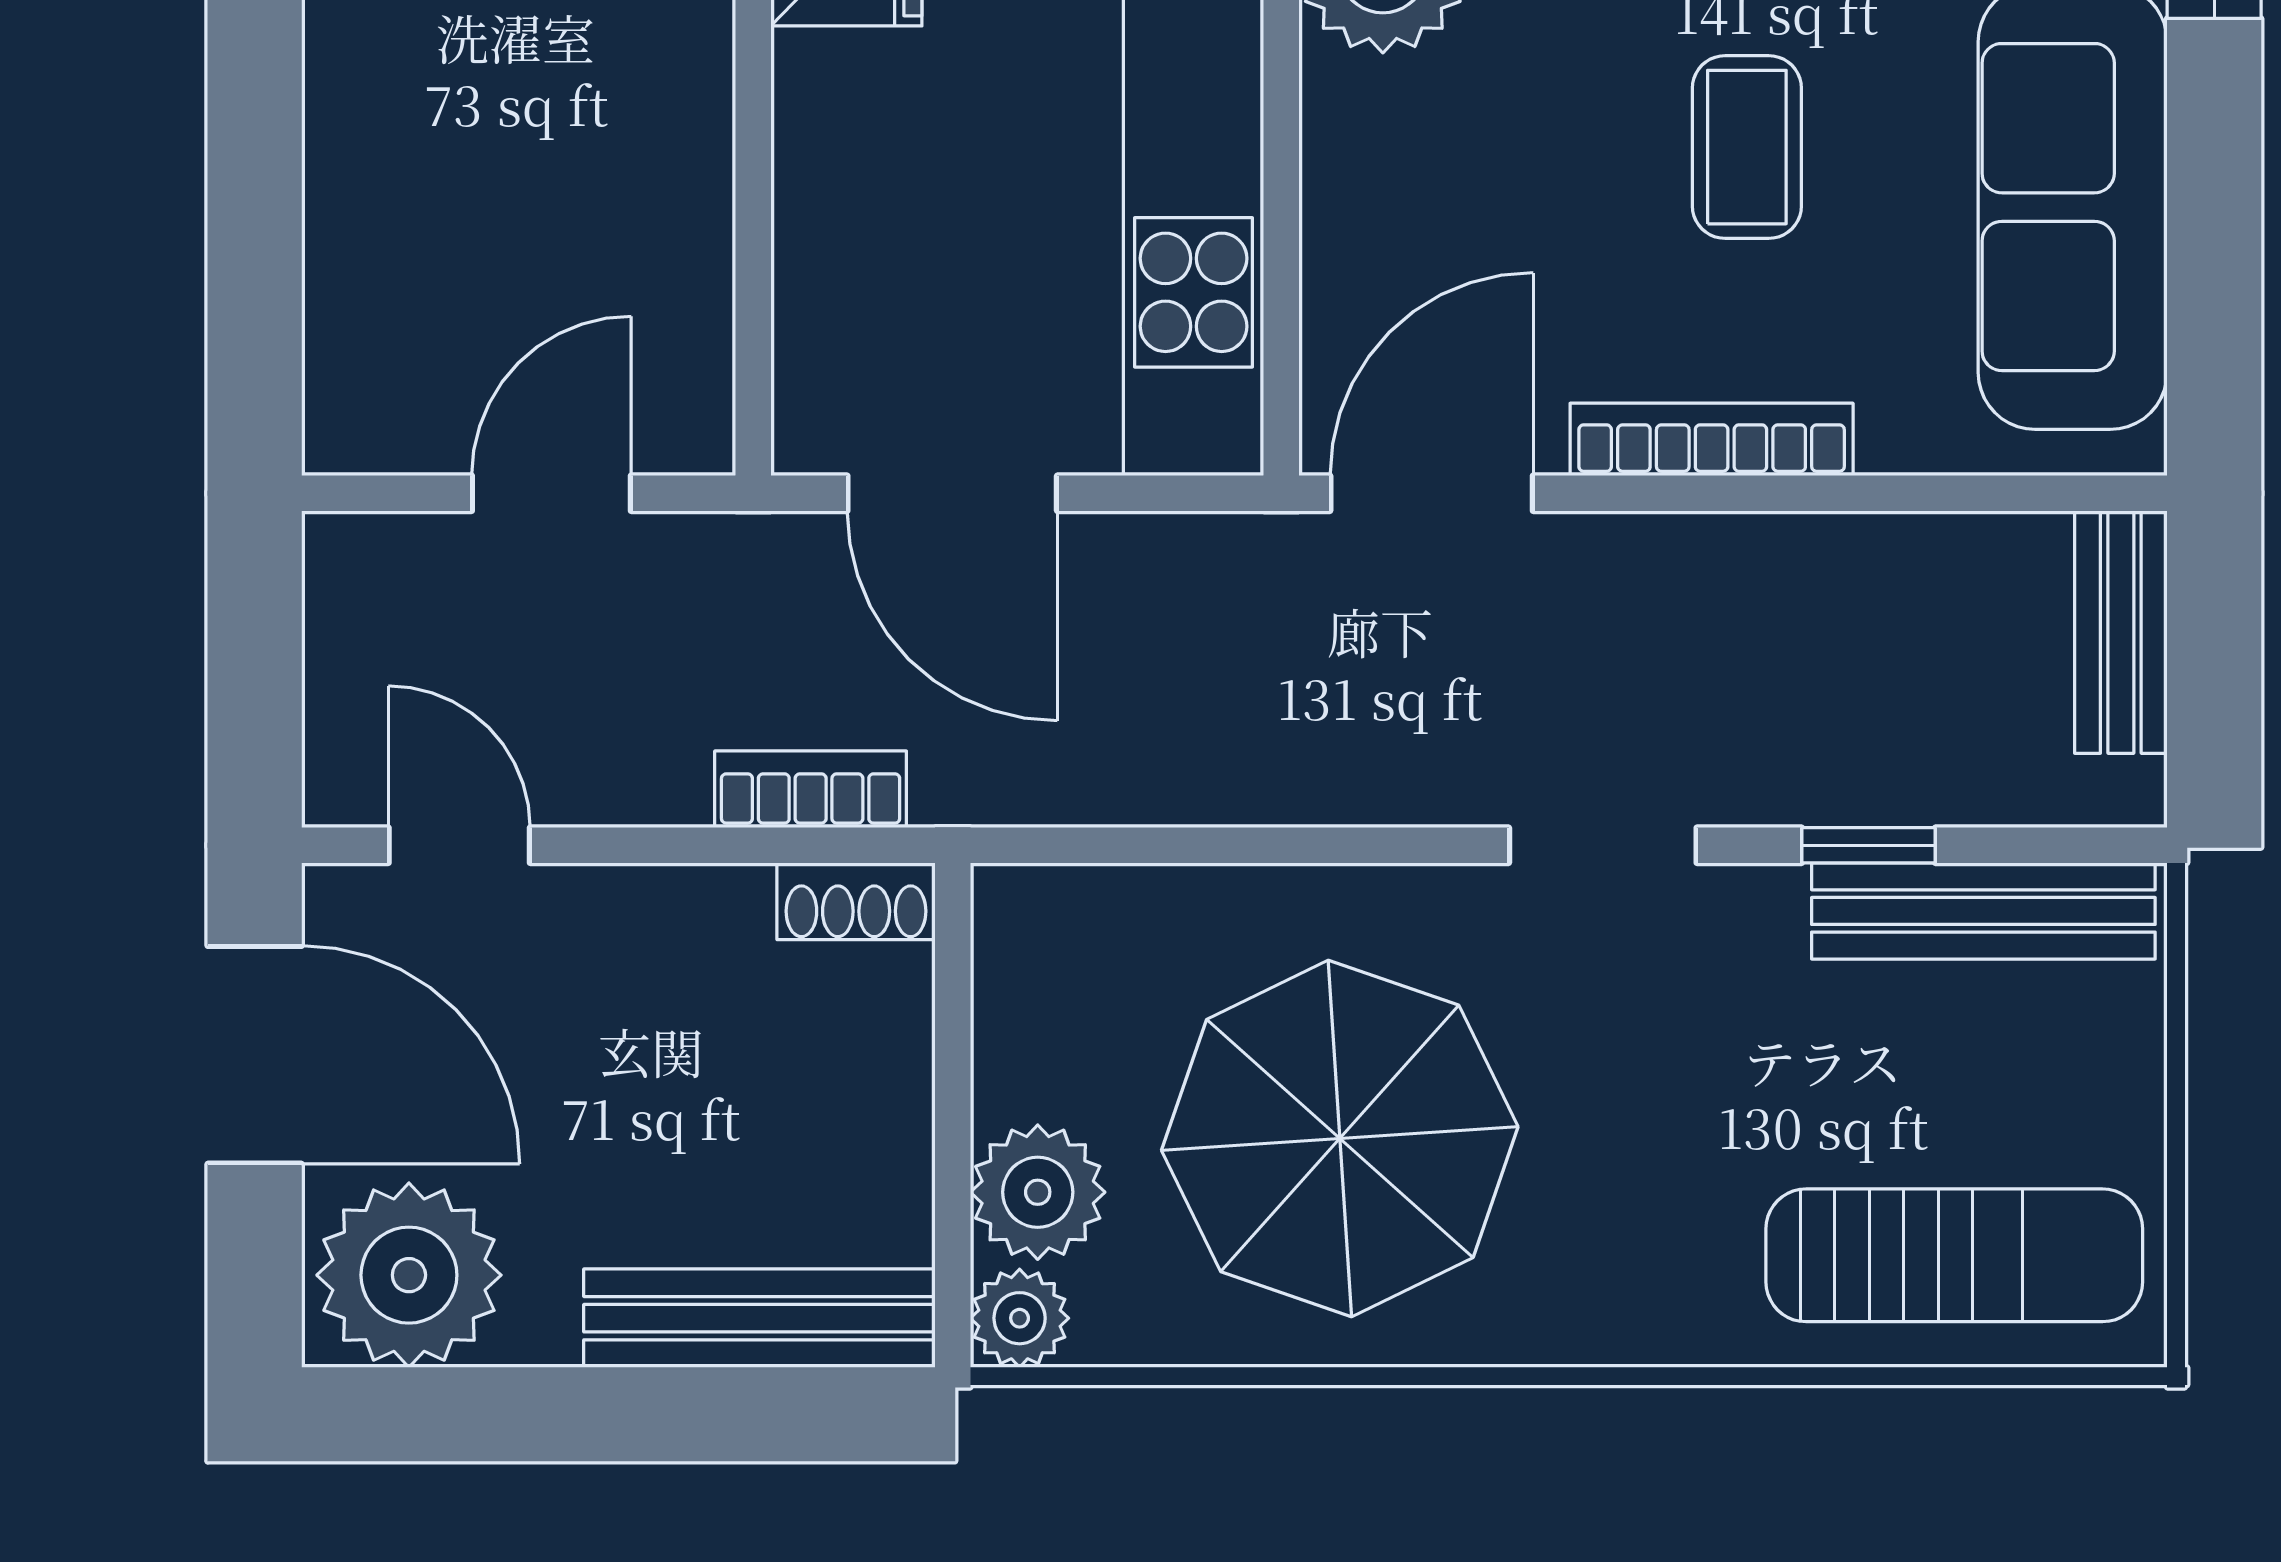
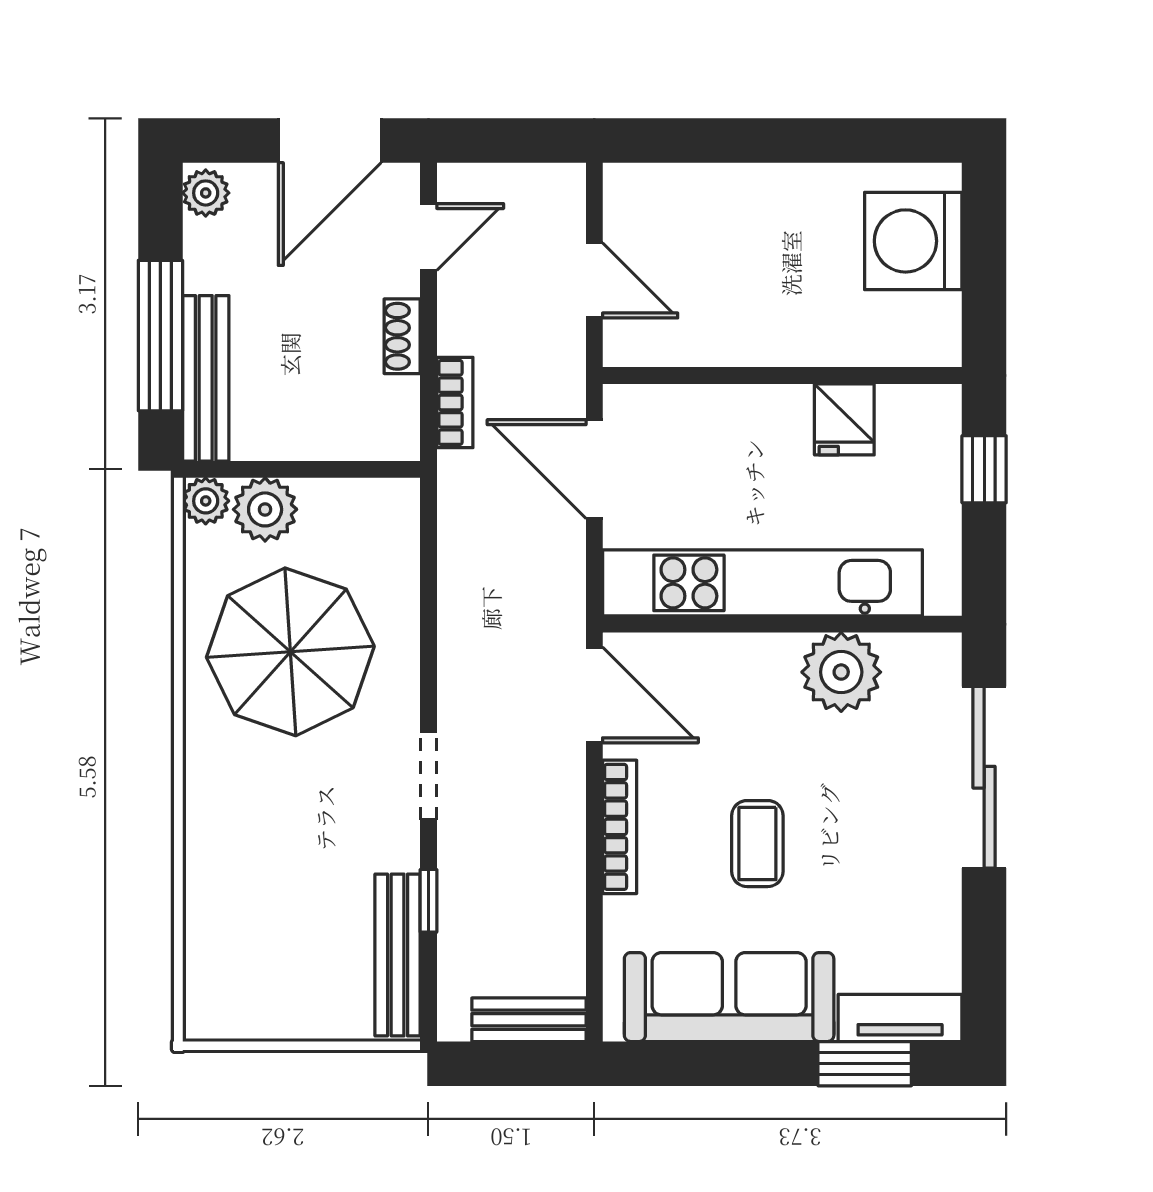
coffee table: (1747, 147) -> (757, 844), turned 90
door: (952, 493) -> (594, 469), hinge flipped
shoe rack: (856, 901) -> (402, 336), moved
sun lounger: (1954, 1255) -> (235, 941), removed
plant: (409, 1275) -> (206, 193), width x0.53, depth x0.53
window: (669, 1414) -> (160, 336), added

